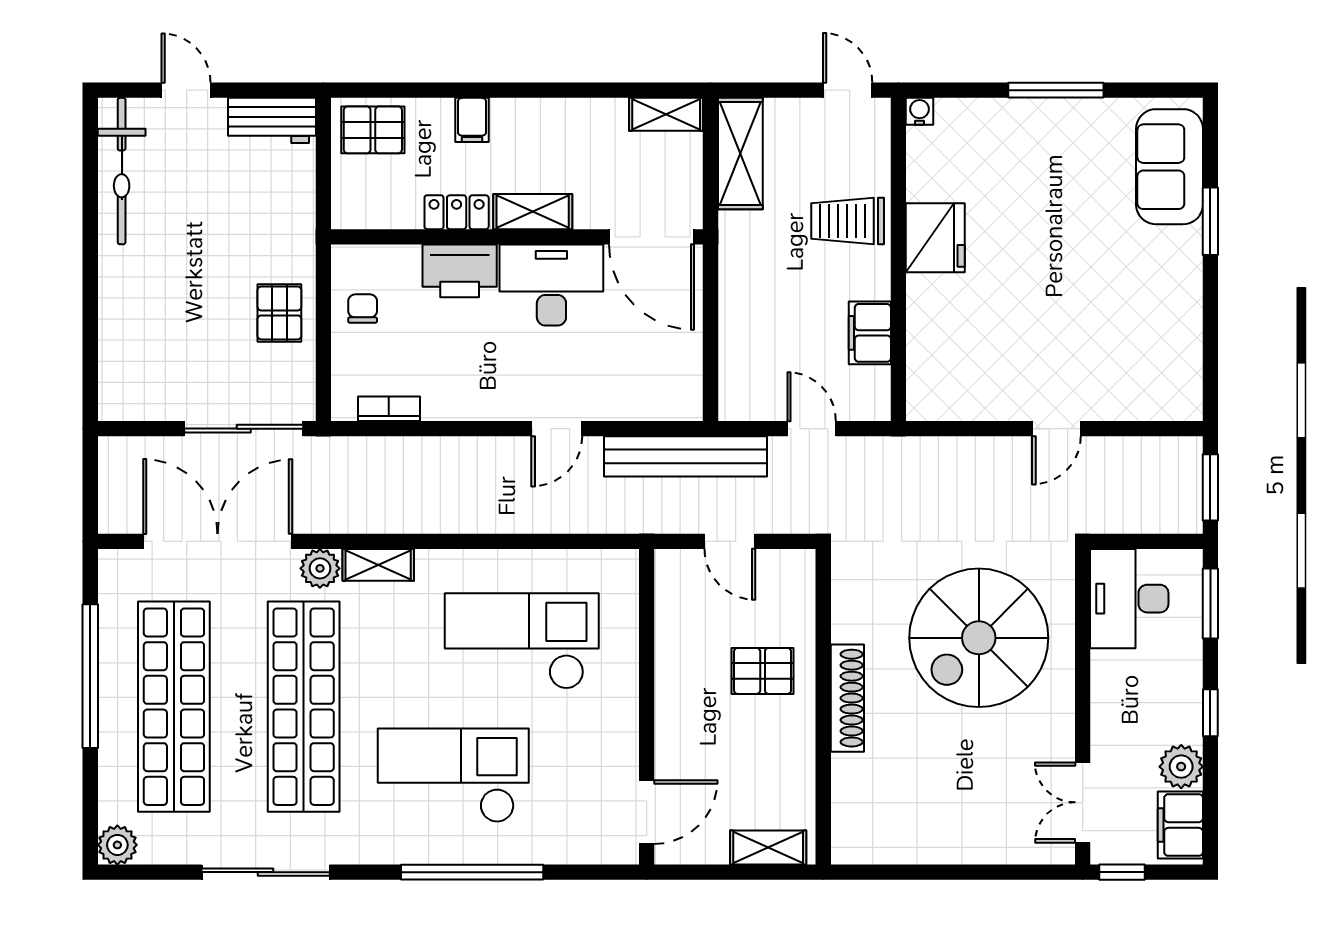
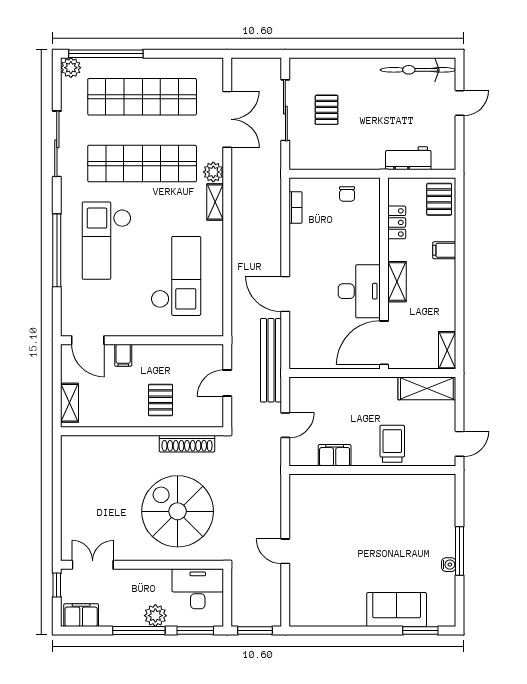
water cooler: (919, 111) -> (449, 565), moved
workbench: (272, 120) -> (408, 158), moved, turned 90
sofa: (1170, 167) -> (397, 610), moved
locker: (457, 212) -> (397, 222), moved
window: (1210, 221) -> (420, 631), moved
fridge: (935, 238) -> (384, 489), removed
printer: (460, 271) -> (366, 244), removed
chair: (363, 309) -> (347, 194), turned 90
pallet: (279, 313) -> (327, 110), moved, turned 90
sliding door: (244, 429) -> (285, 110), moved
door: (557, 429) -> (285, 294), width x1.38
double door: (218, 541) -> (227, 119), width x0.73
window: (90, 676) -> (106, 54), moved
shoe rack: (847, 698) -> (187, 444), moved
window: (1210, 713) -> (139, 631), width x2.17
filing cabinet: (676, 743) -> (123, 355), added
plant: (1181, 767) -> (155, 616), moved
checkout: (453, 775) -> (107, 241), turned 180

